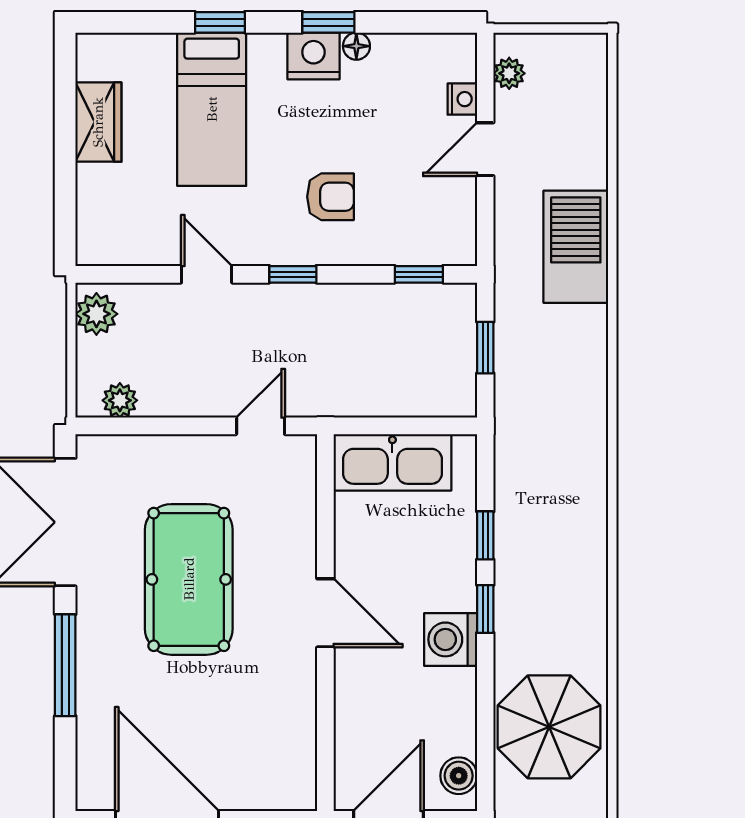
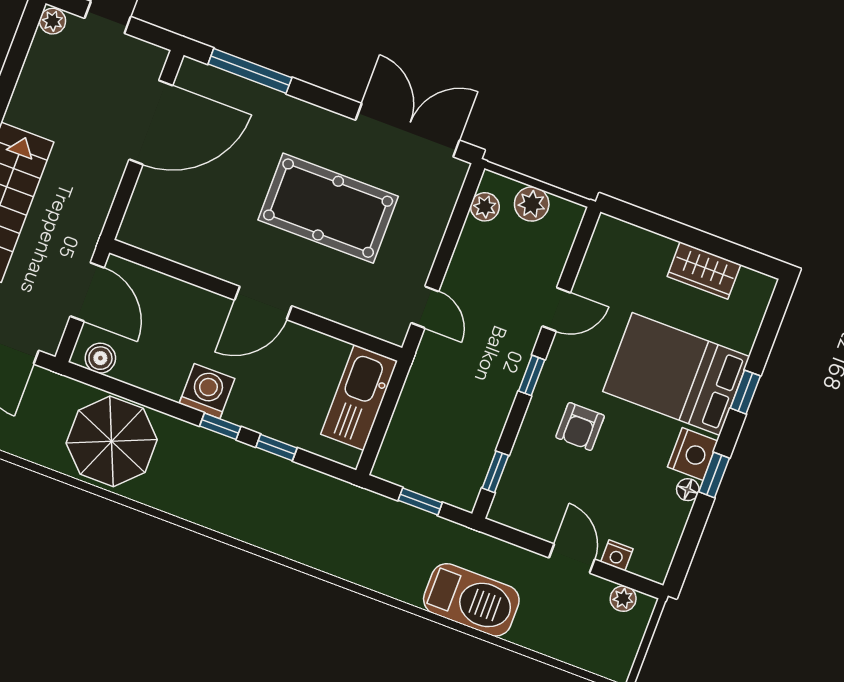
bed: (212, 109) -> (676, 374), width x1.50
plant: (96, 314) -> (532, 204), moved
window: (65, 665) -> (250, 71), moved

